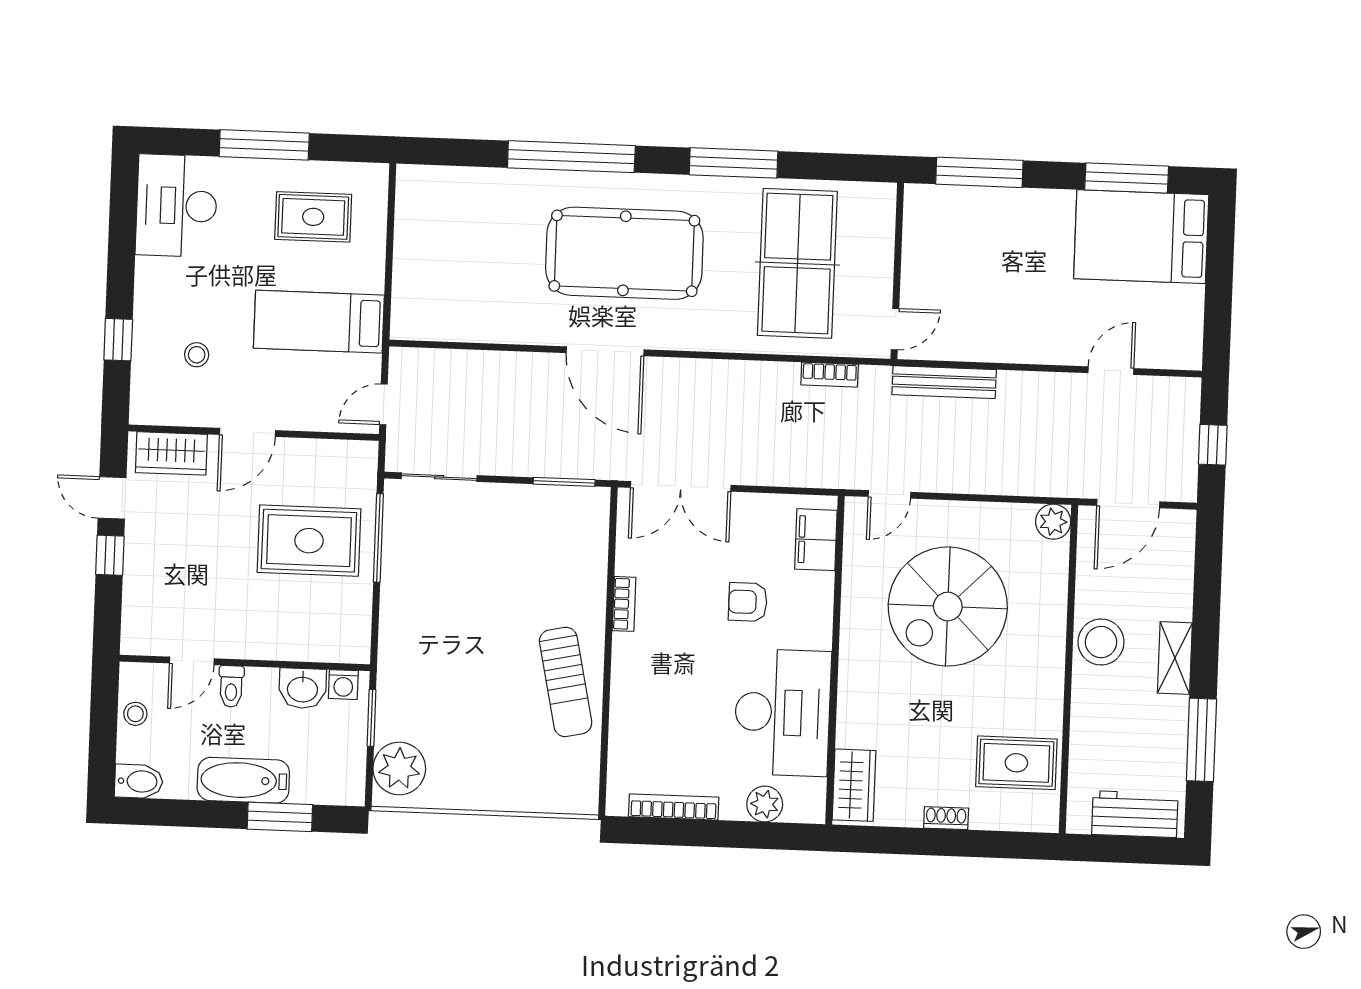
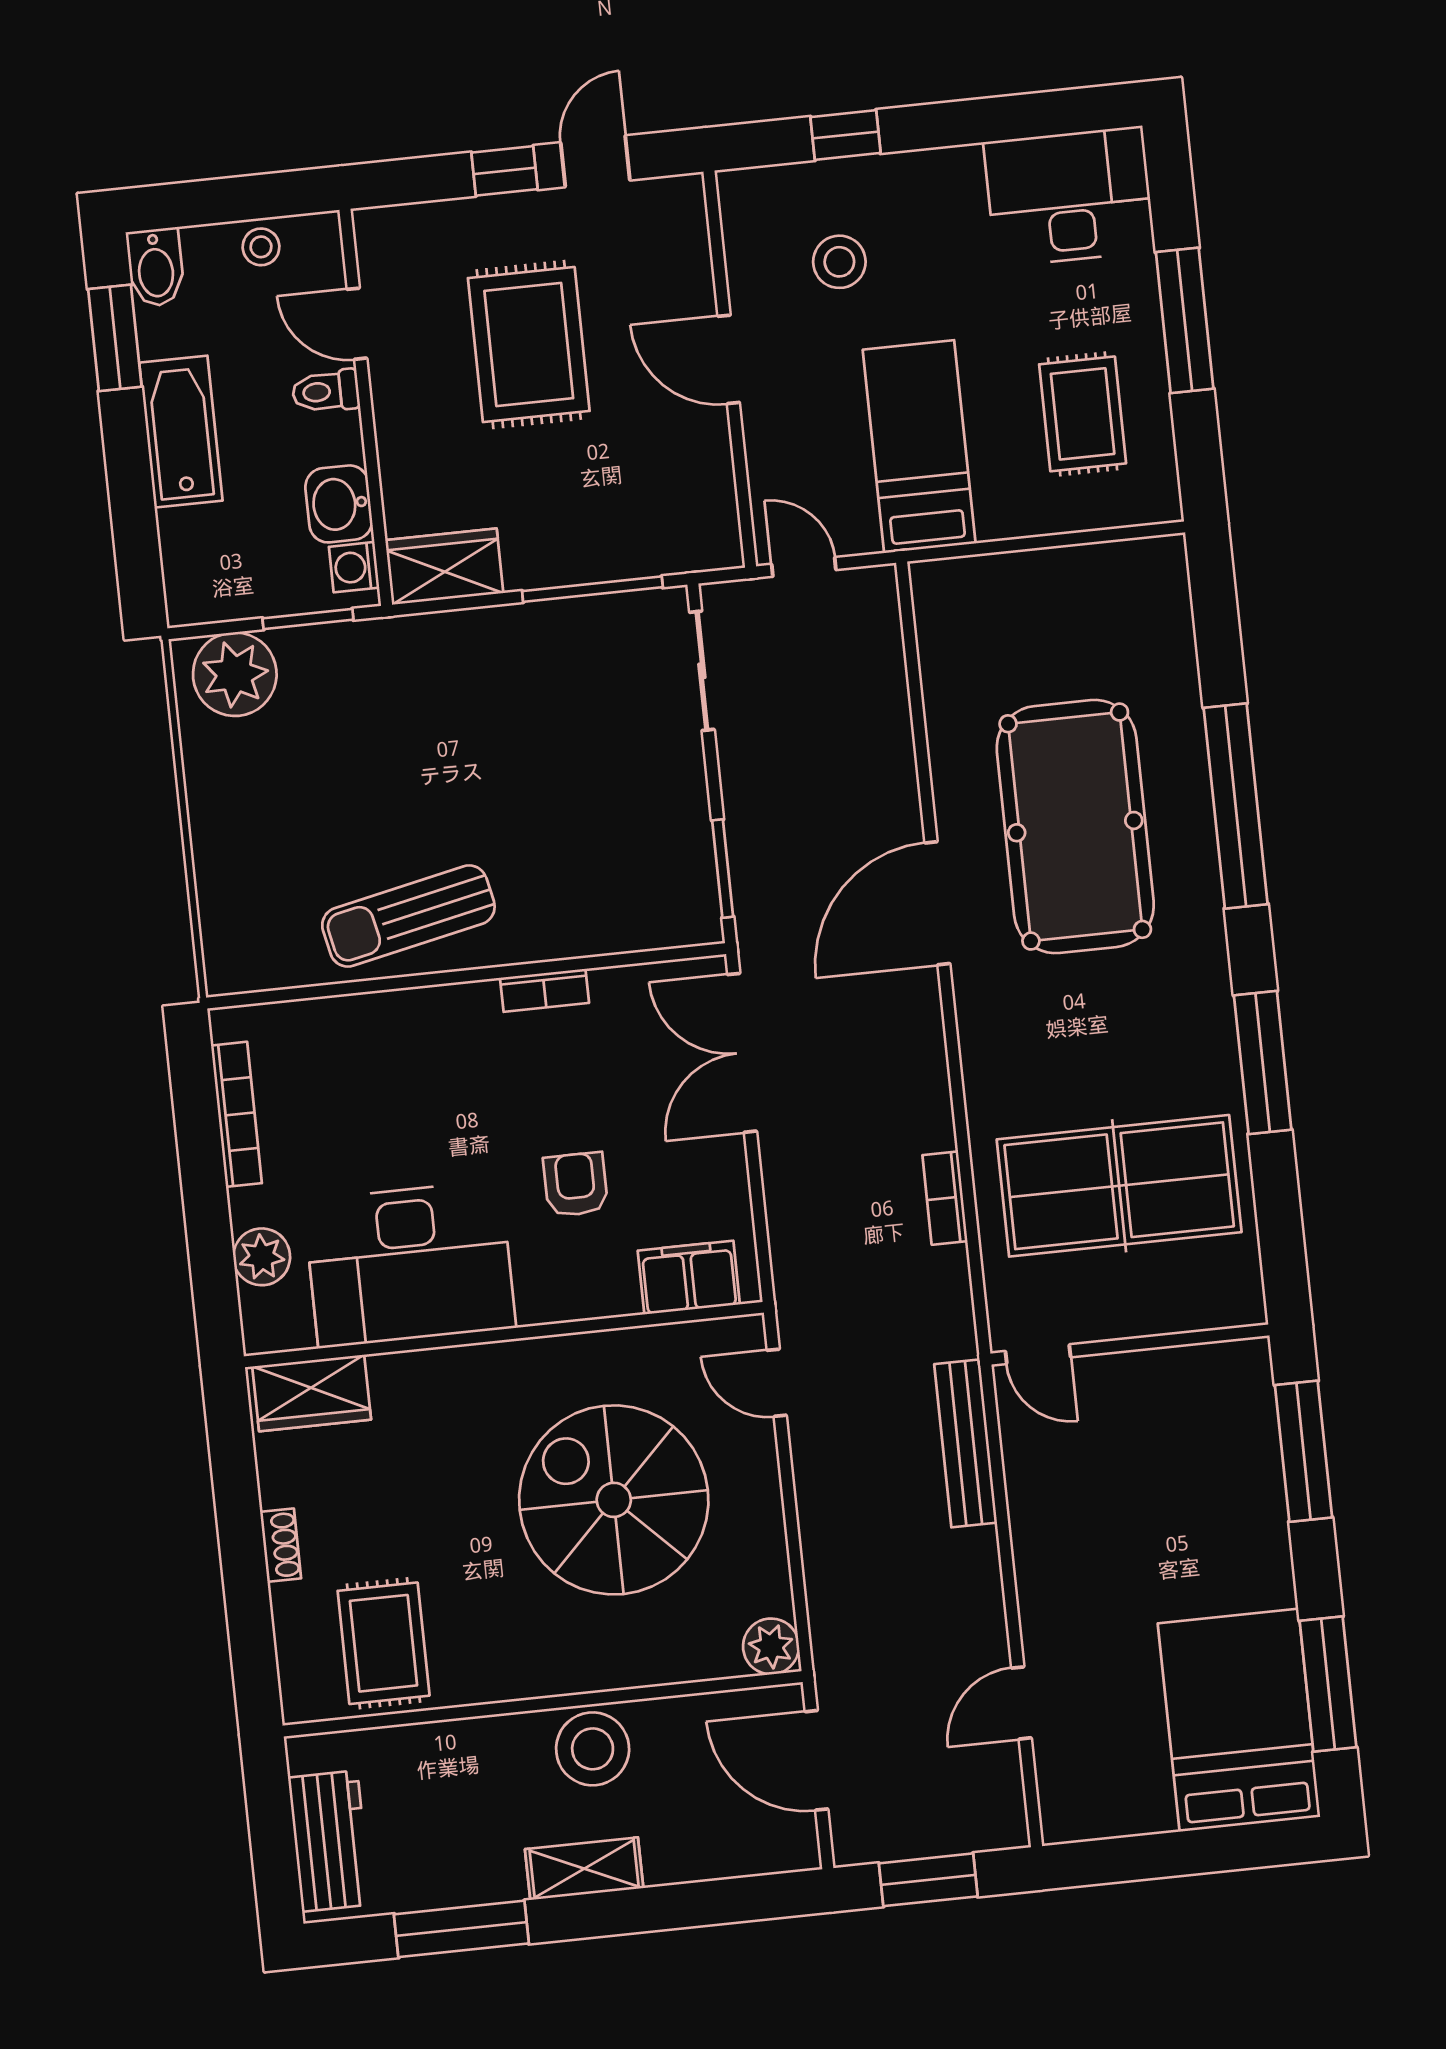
pool table: (624, 253) -> (1075, 827), moved
stool: (197, 355) -> (839, 262), width x1.37, depth x1.37
door: (1111, 371) -> (1021, 1703), swing flipped
bookcase: (830, 375) -> (945, 1198), moved
window: (1213, 445) -> (928, 1880), width x1.50
wardrobe: (171, 453) -> (444, 567), moved, turned 90
rug: (309, 541) -> (529, 345), moved
window: (280, 817) -> (115, 338), moved

